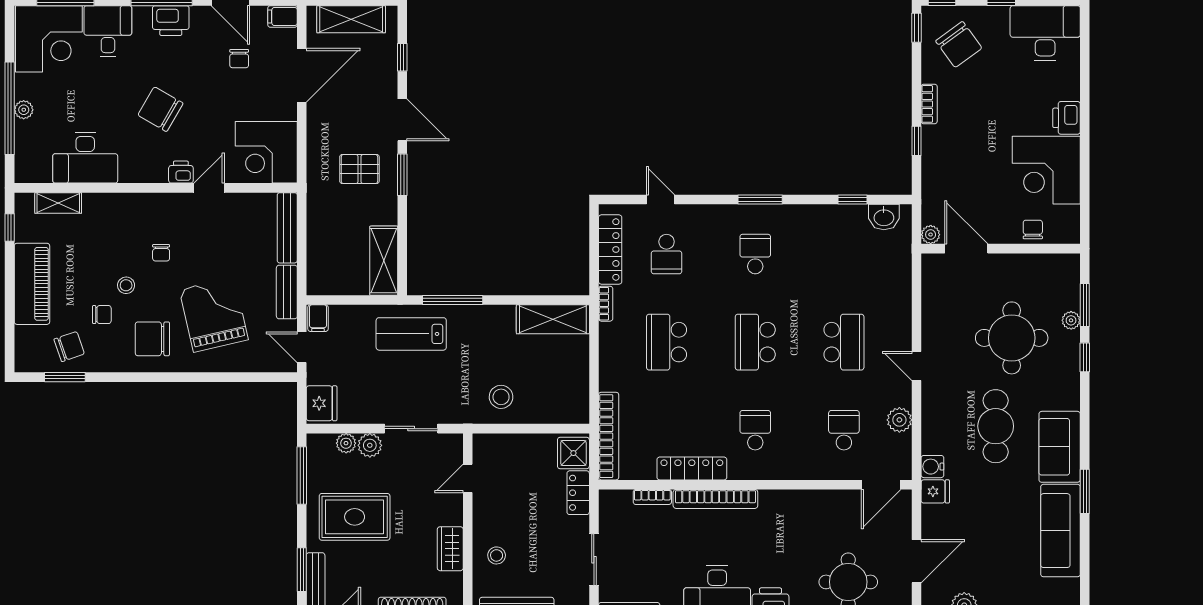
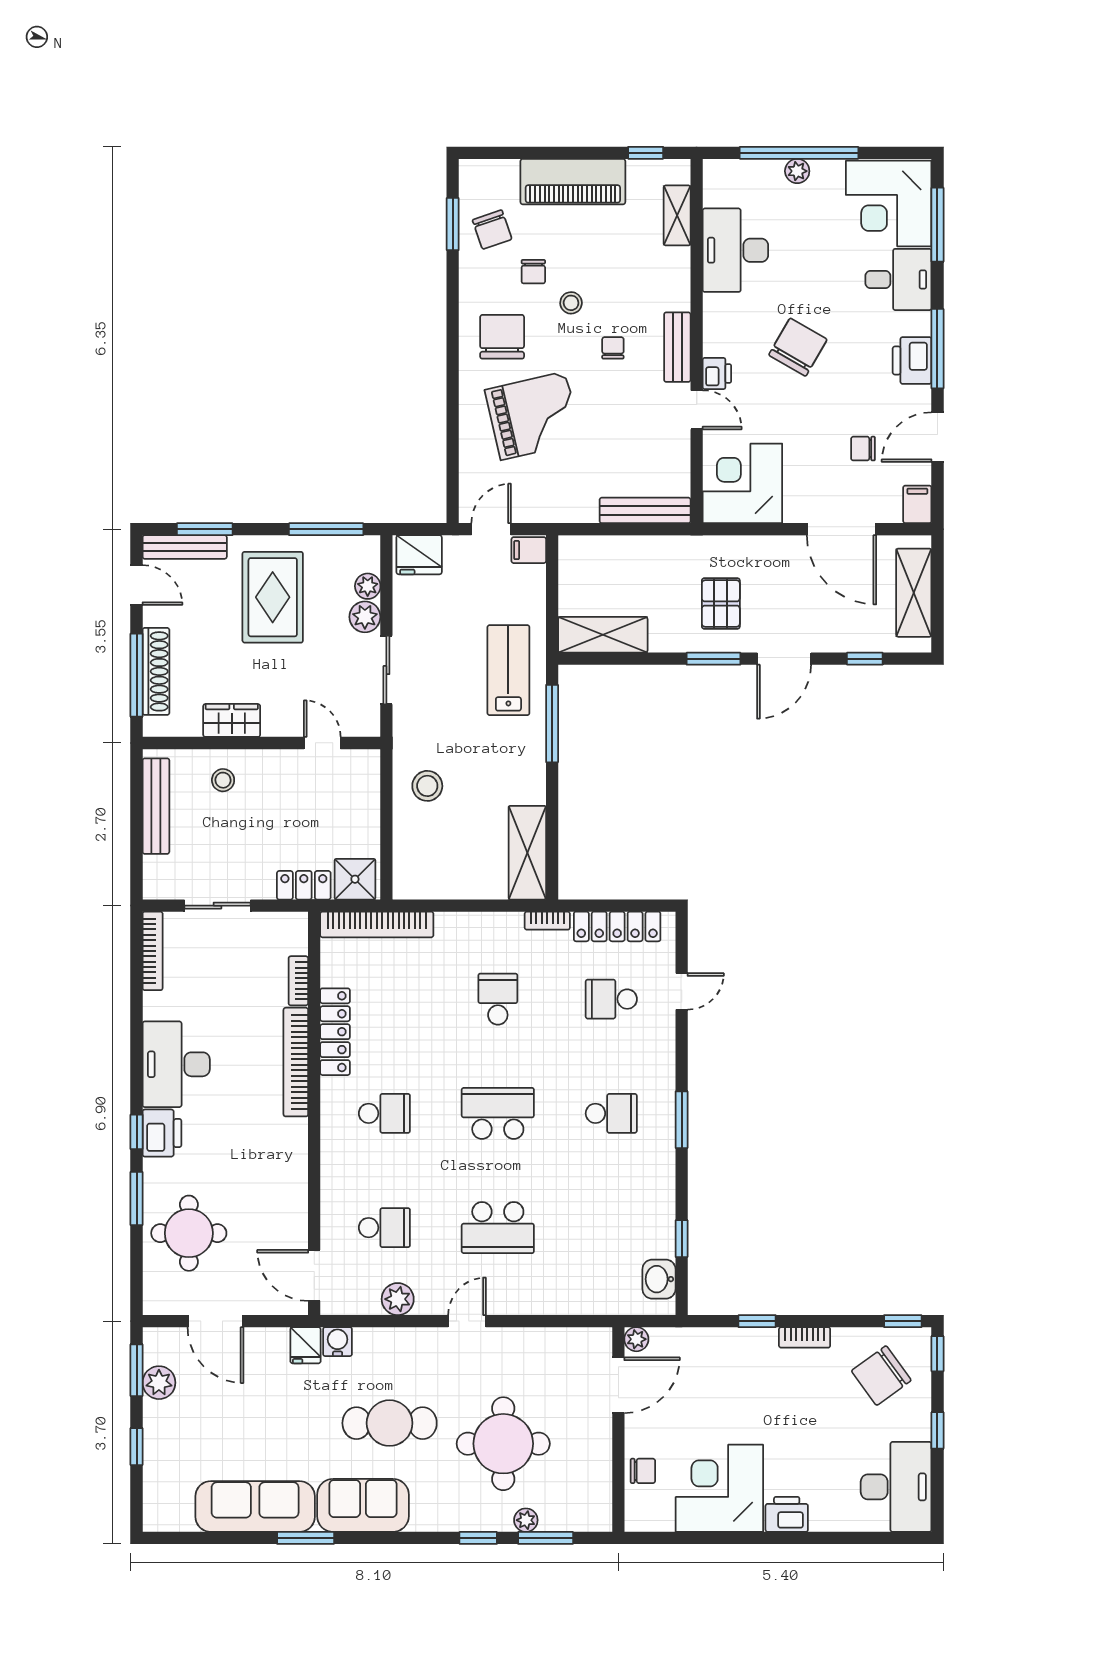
chair: (161, 253) -> (613, 348), turned 90
bench: (287, 292) -> (677, 347), moved, turned 90
school desk: (667, 342) -> (498, 999), width x0.54

